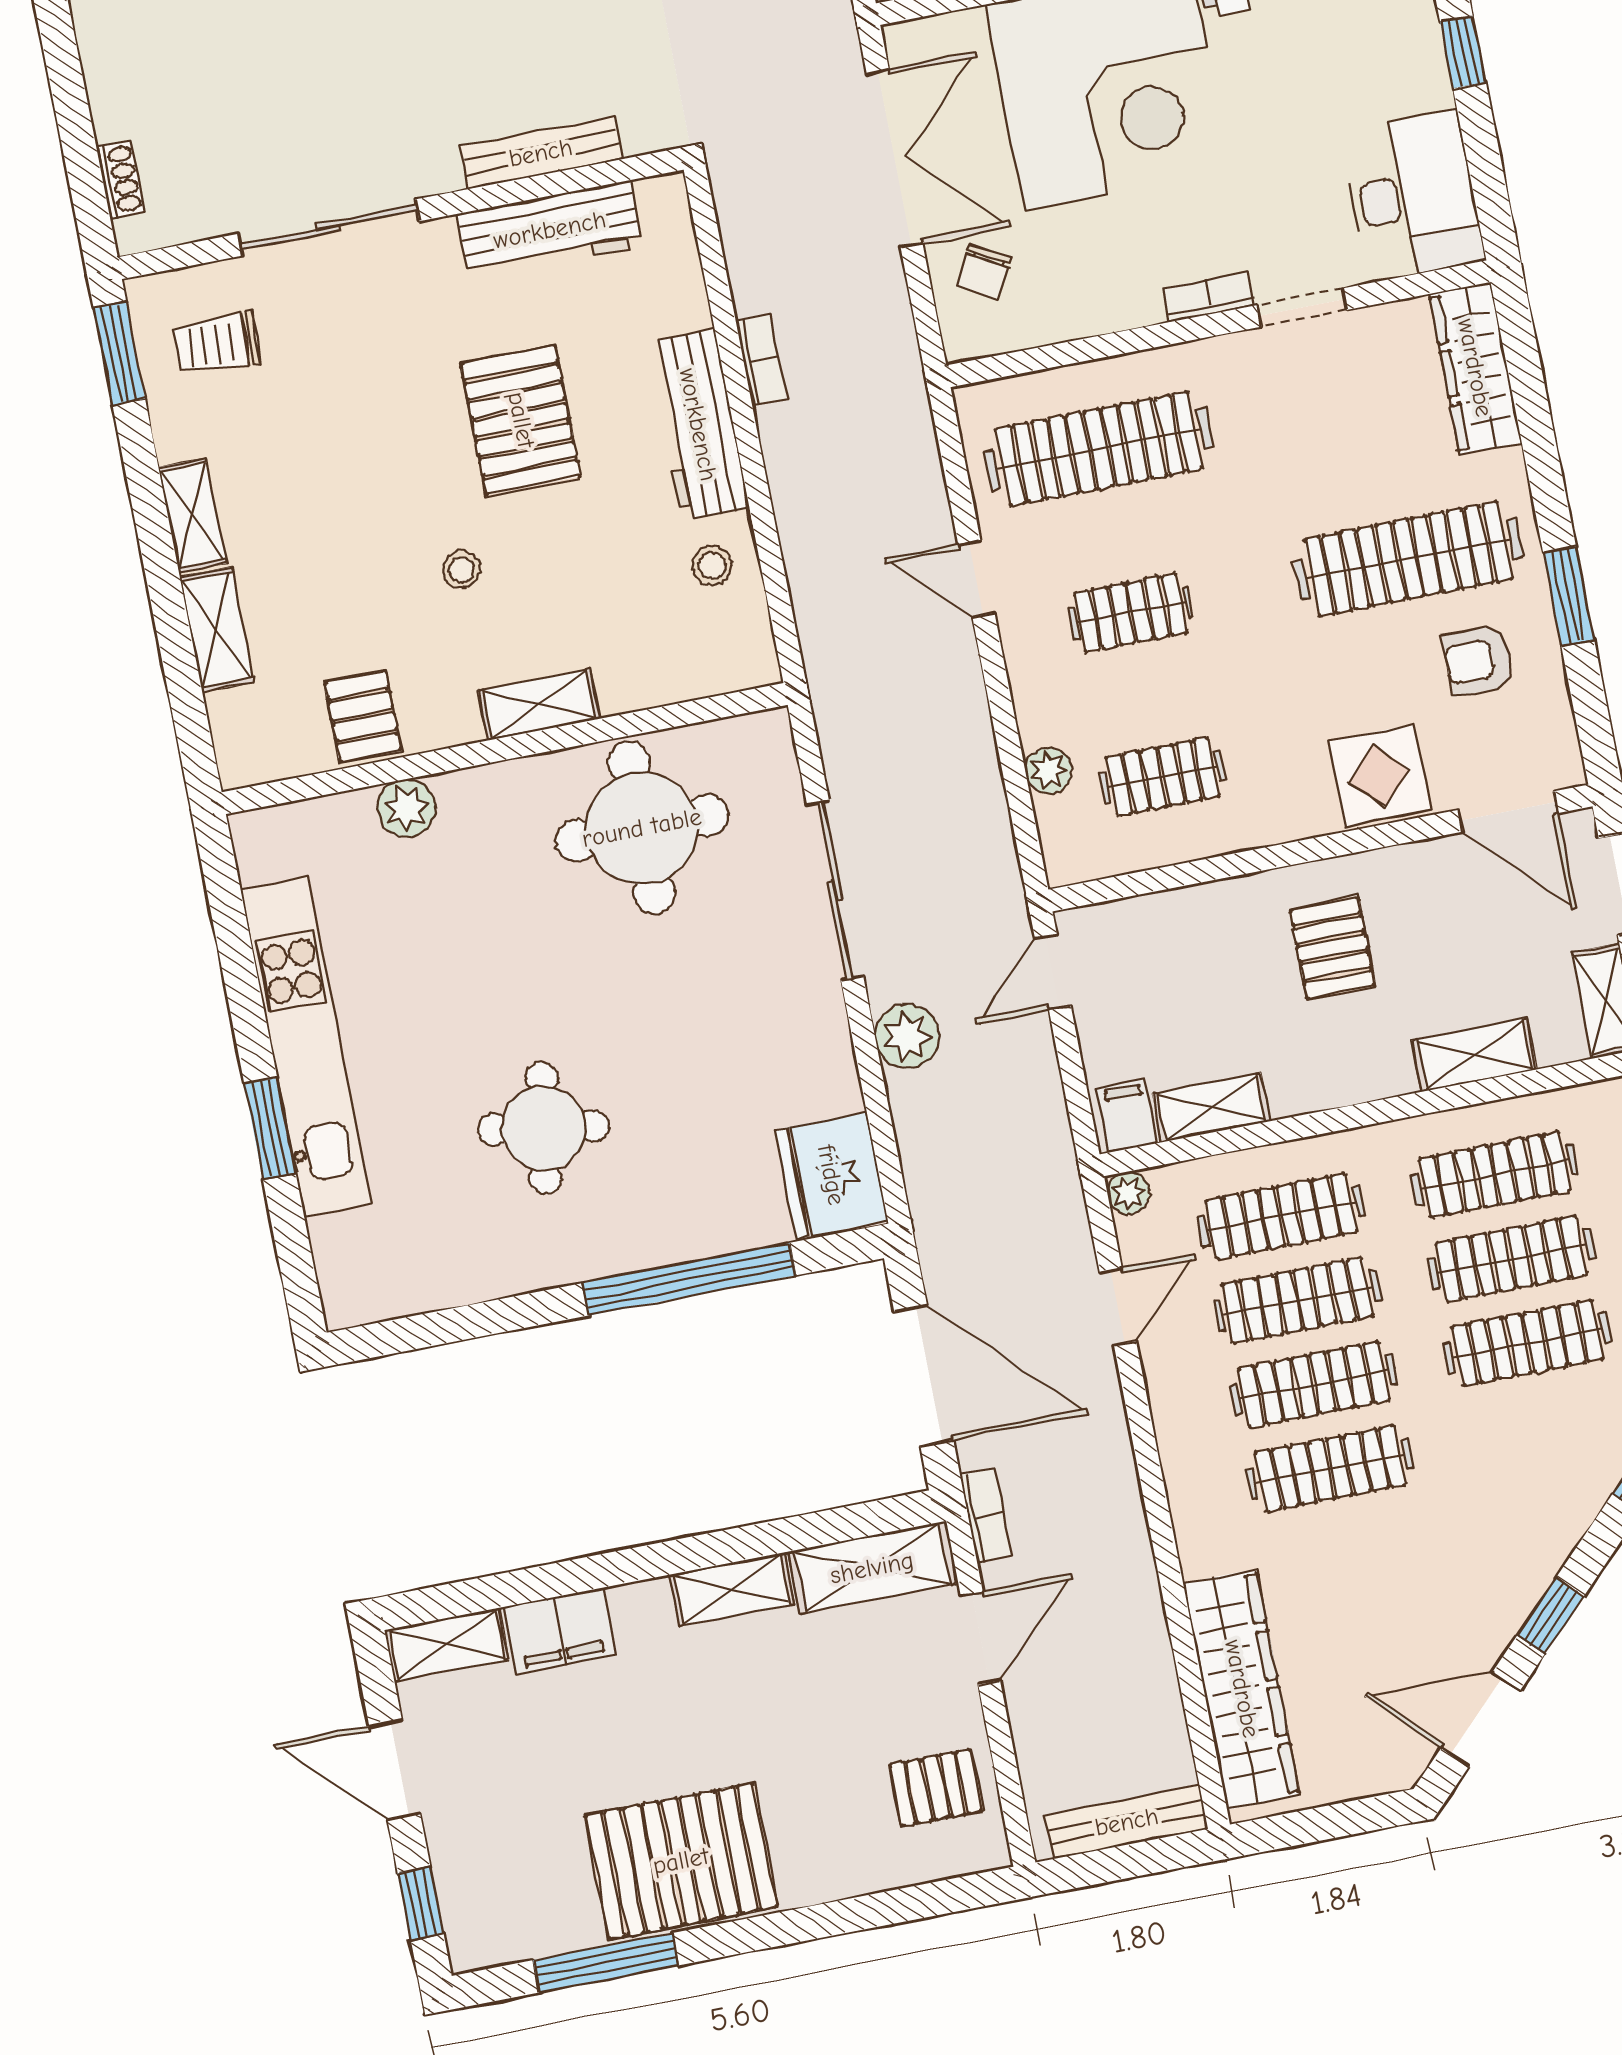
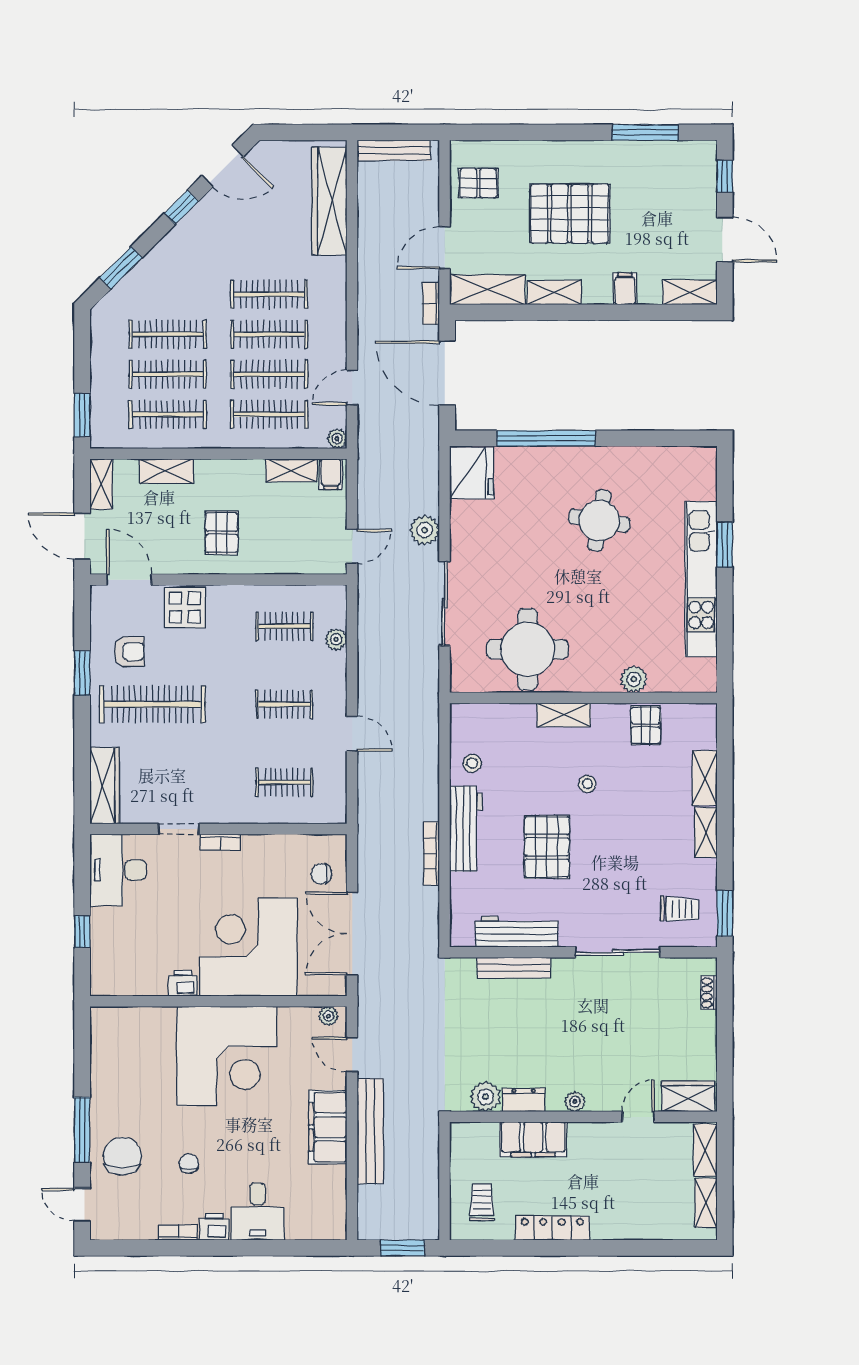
chair: (984, 272) -> (321, 874), turned -119
bookcase: (761, 359) -> (431, 853), width x1.56
clothes rail: (1099, 449) -> (284, 782), width x0.54, depth x0.76
filing cabinet: (560, 1631) -> (625, 289), width x0.50
pallet: (681, 1861) -> (570, 214), moved

